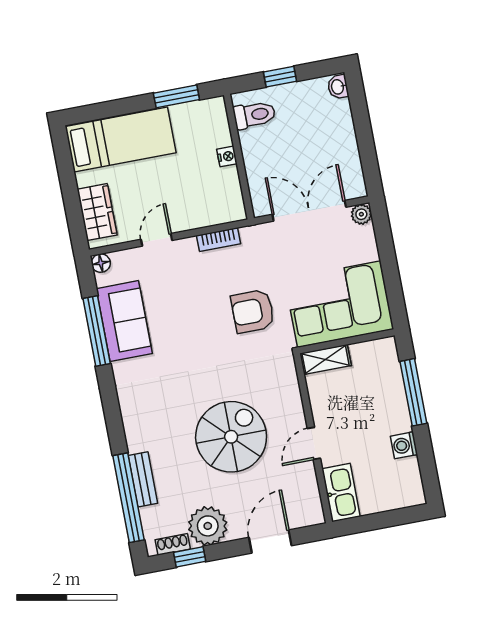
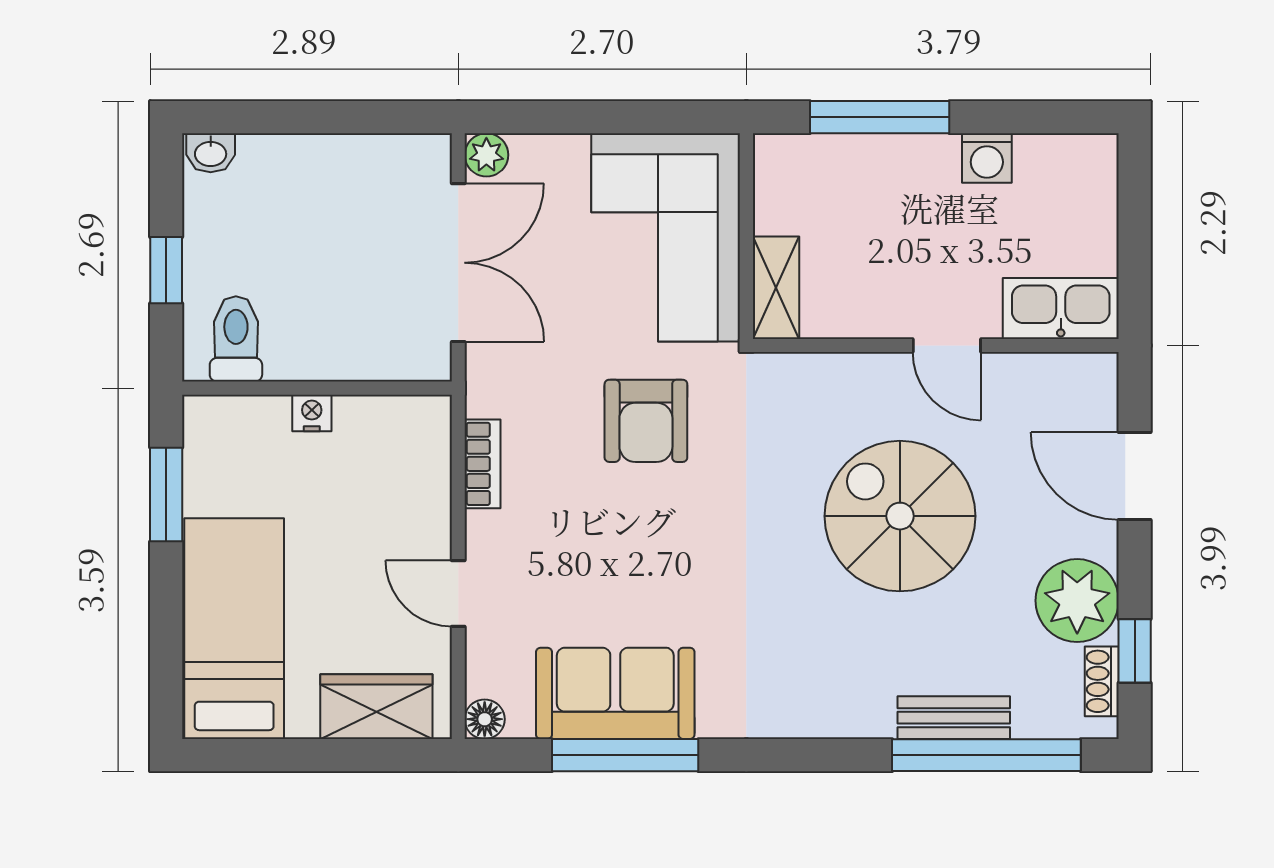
double door: (309, 211) -> (458, 263), swing flipped

